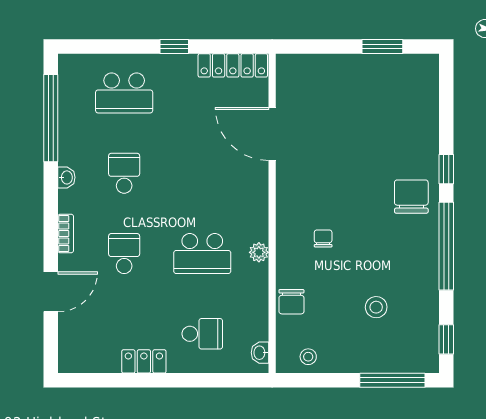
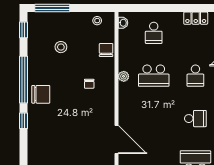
school desk: (124, 173) -> (195, 119), turned -90
chair: (411, 197) -> (41, 94), moved, turned -90
school desk: (202, 254) -> (154, 76), turned 180
school desk: (202, 334) -> (154, 33), turned -90
locker: (144, 361) -> (196, 18), moved

